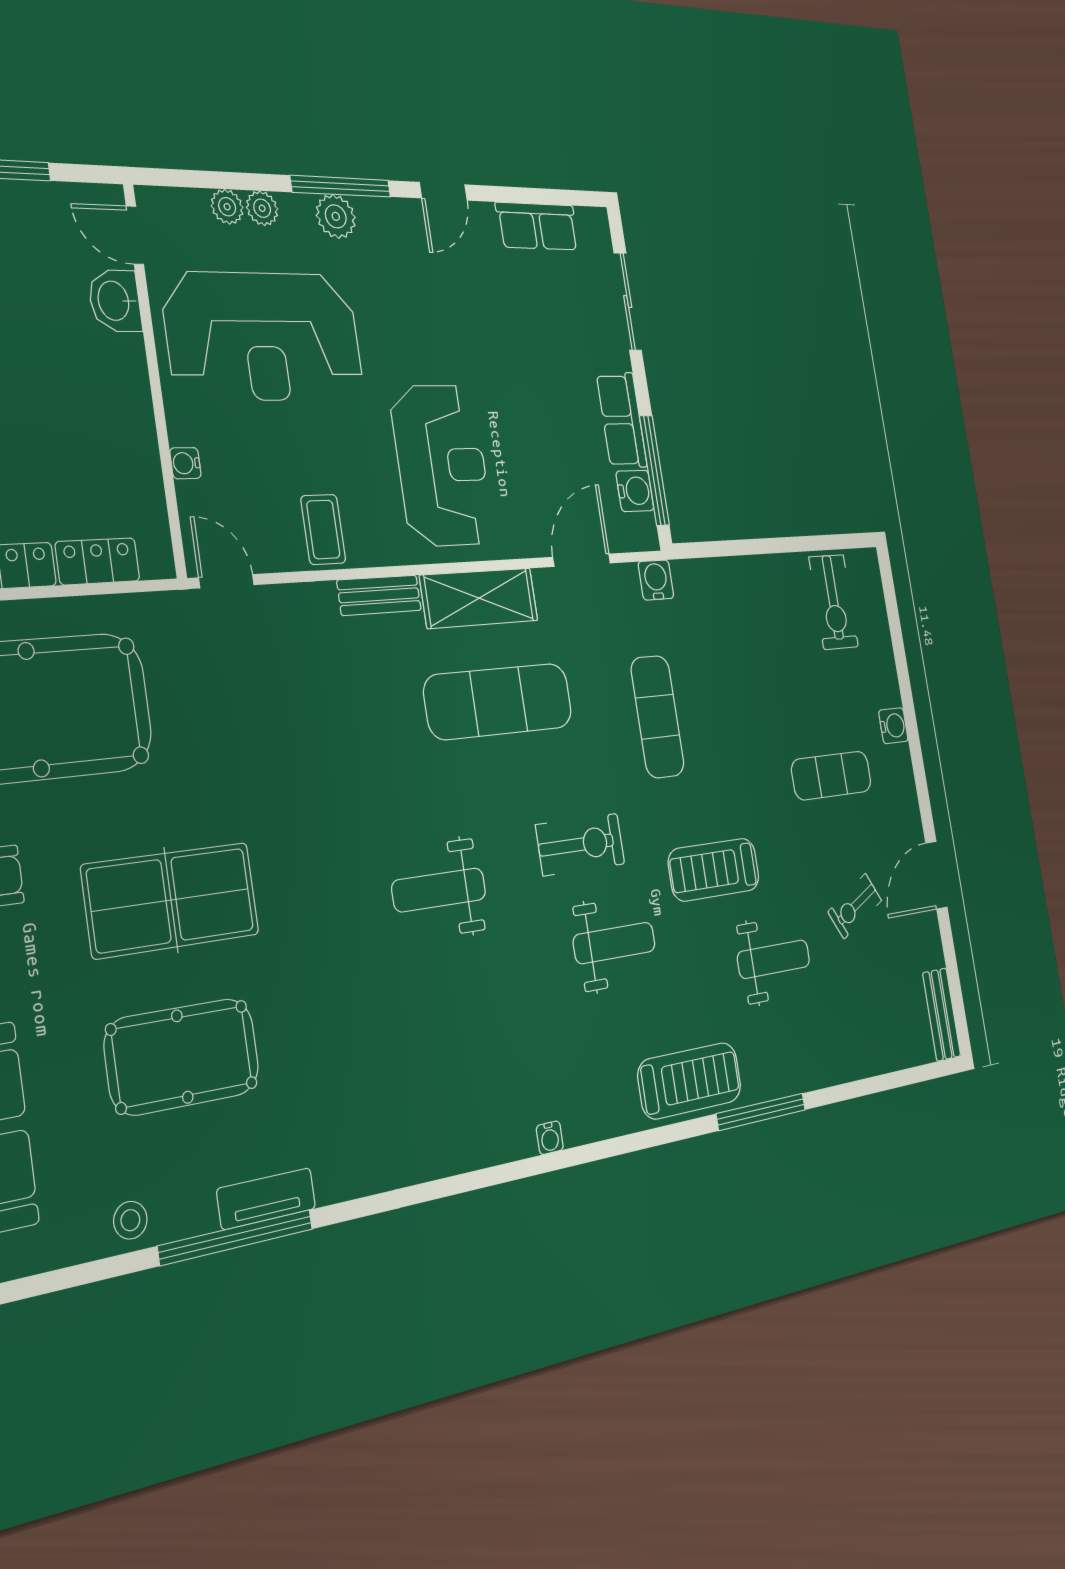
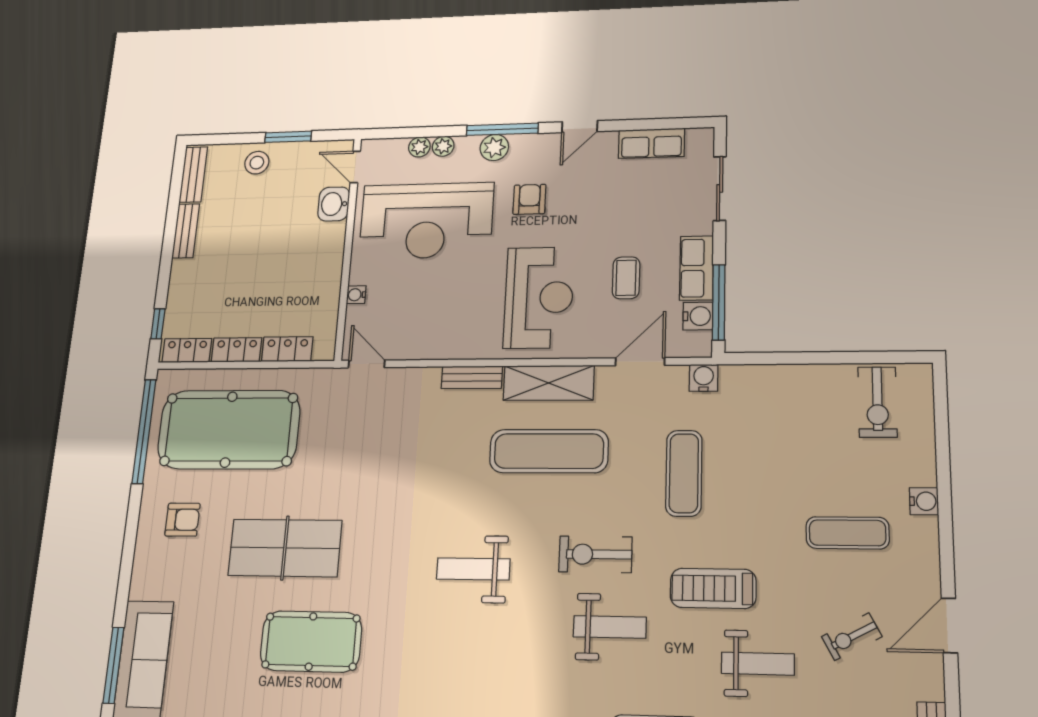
armchair: (400, 307) -> (529, 199), added
coffee table: (323, 529) -> (626, 278), moved
exercise bike: (580, 844) -> (595, 554), turned 180
pool table: (182, 1056) -> (311, 641), moved

